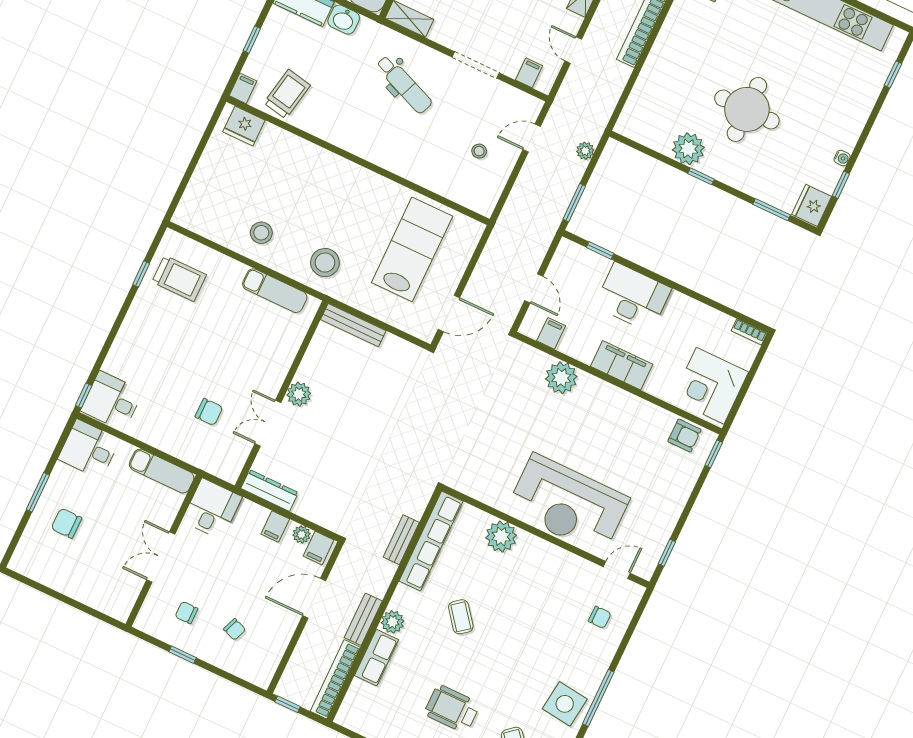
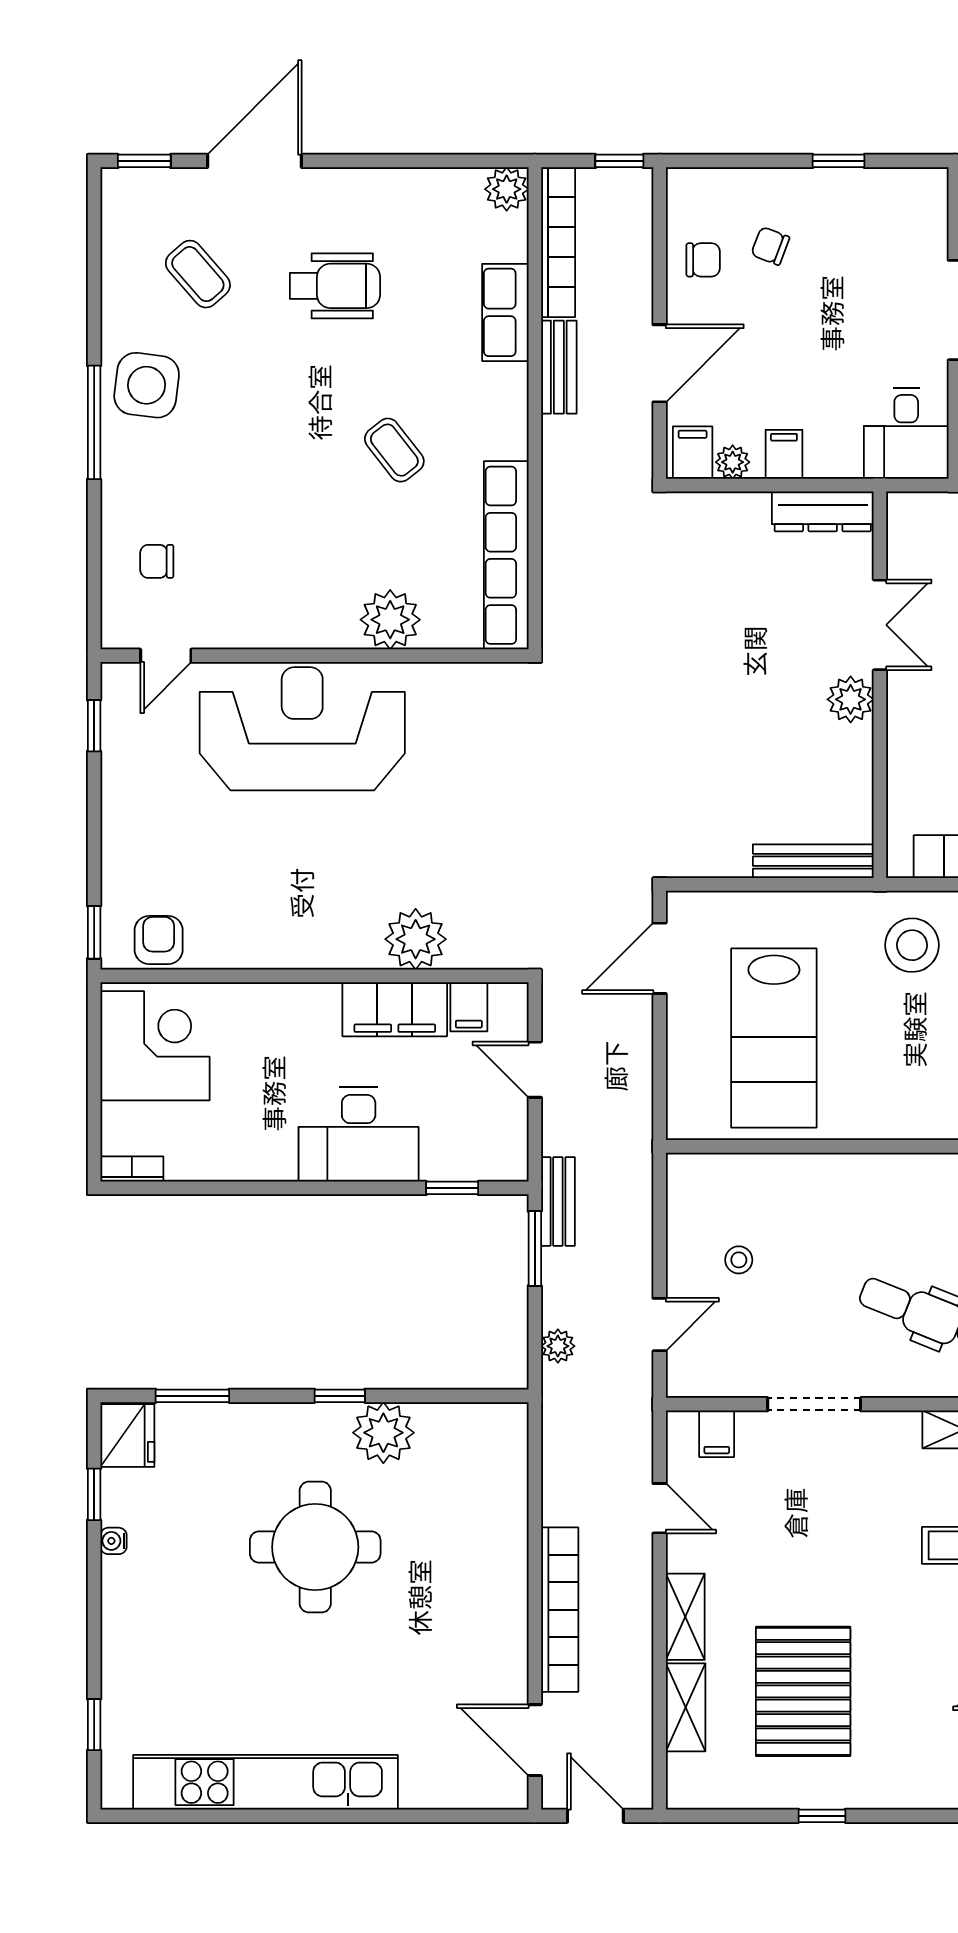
filing cabinet: (622, 365) -> (395, 1009), moved
armchair: (684, 436) -> (159, 940), turned 90
bench: (401, 540) -> (558, 1202), moved
chair: (186, 613) -> (703, 260), moved
plant: (393, 622) -> (507, 189), moved

